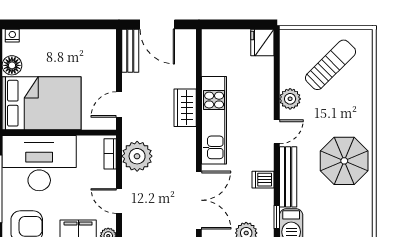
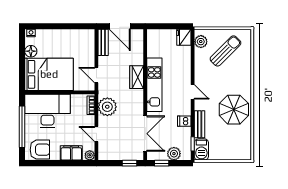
plant: (290, 99) -> (201, 42), moved
door: (119, 105) -> (96, 75), hinge flipped
door: (277, 132) -> (193, 92), hinge flipped
bench: (288, 177) -> (200, 124), width x0.73

